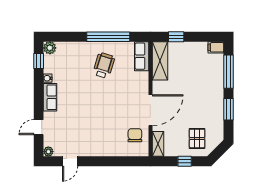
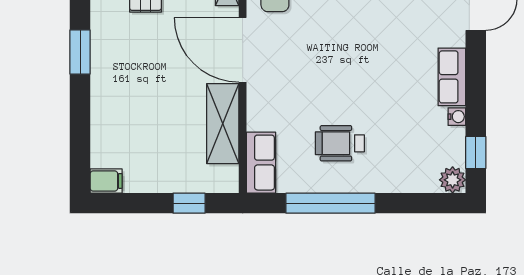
shelving: (160, 61) -> (223, 124), moved
wheelchair: (104, 65) -> (340, 143), turned 73
window: (228, 72) -> (80, 130), removed
door: (150, 110) -> (243, 50), hinge flipped

